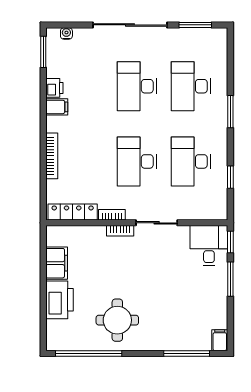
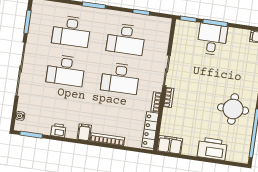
filing cabinet: (57, 107) -> (84, 132), moved
desk: (209, 246) -> (212, 39), moved, turned 90
filing cabinet: (57, 263) -> (170, 145), moved

